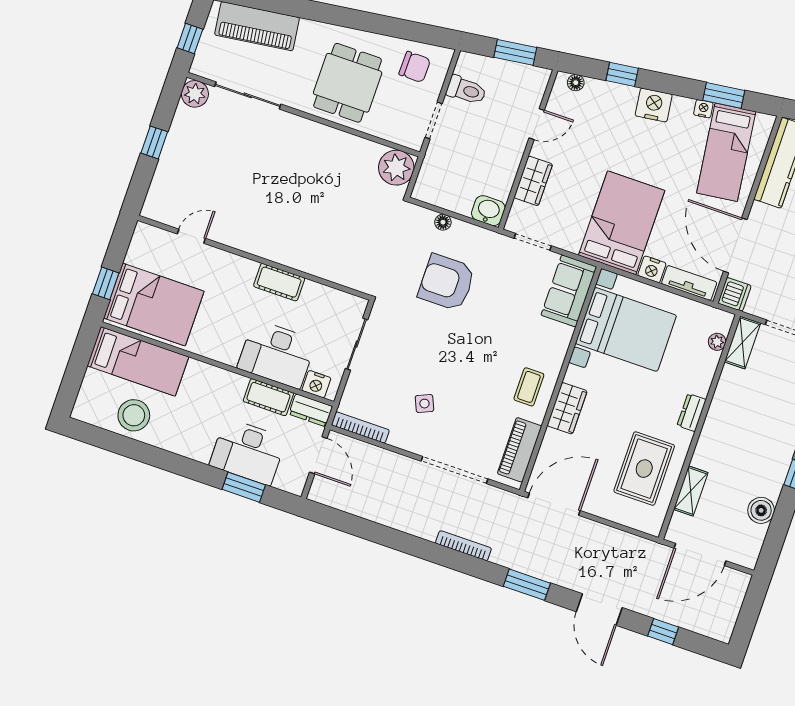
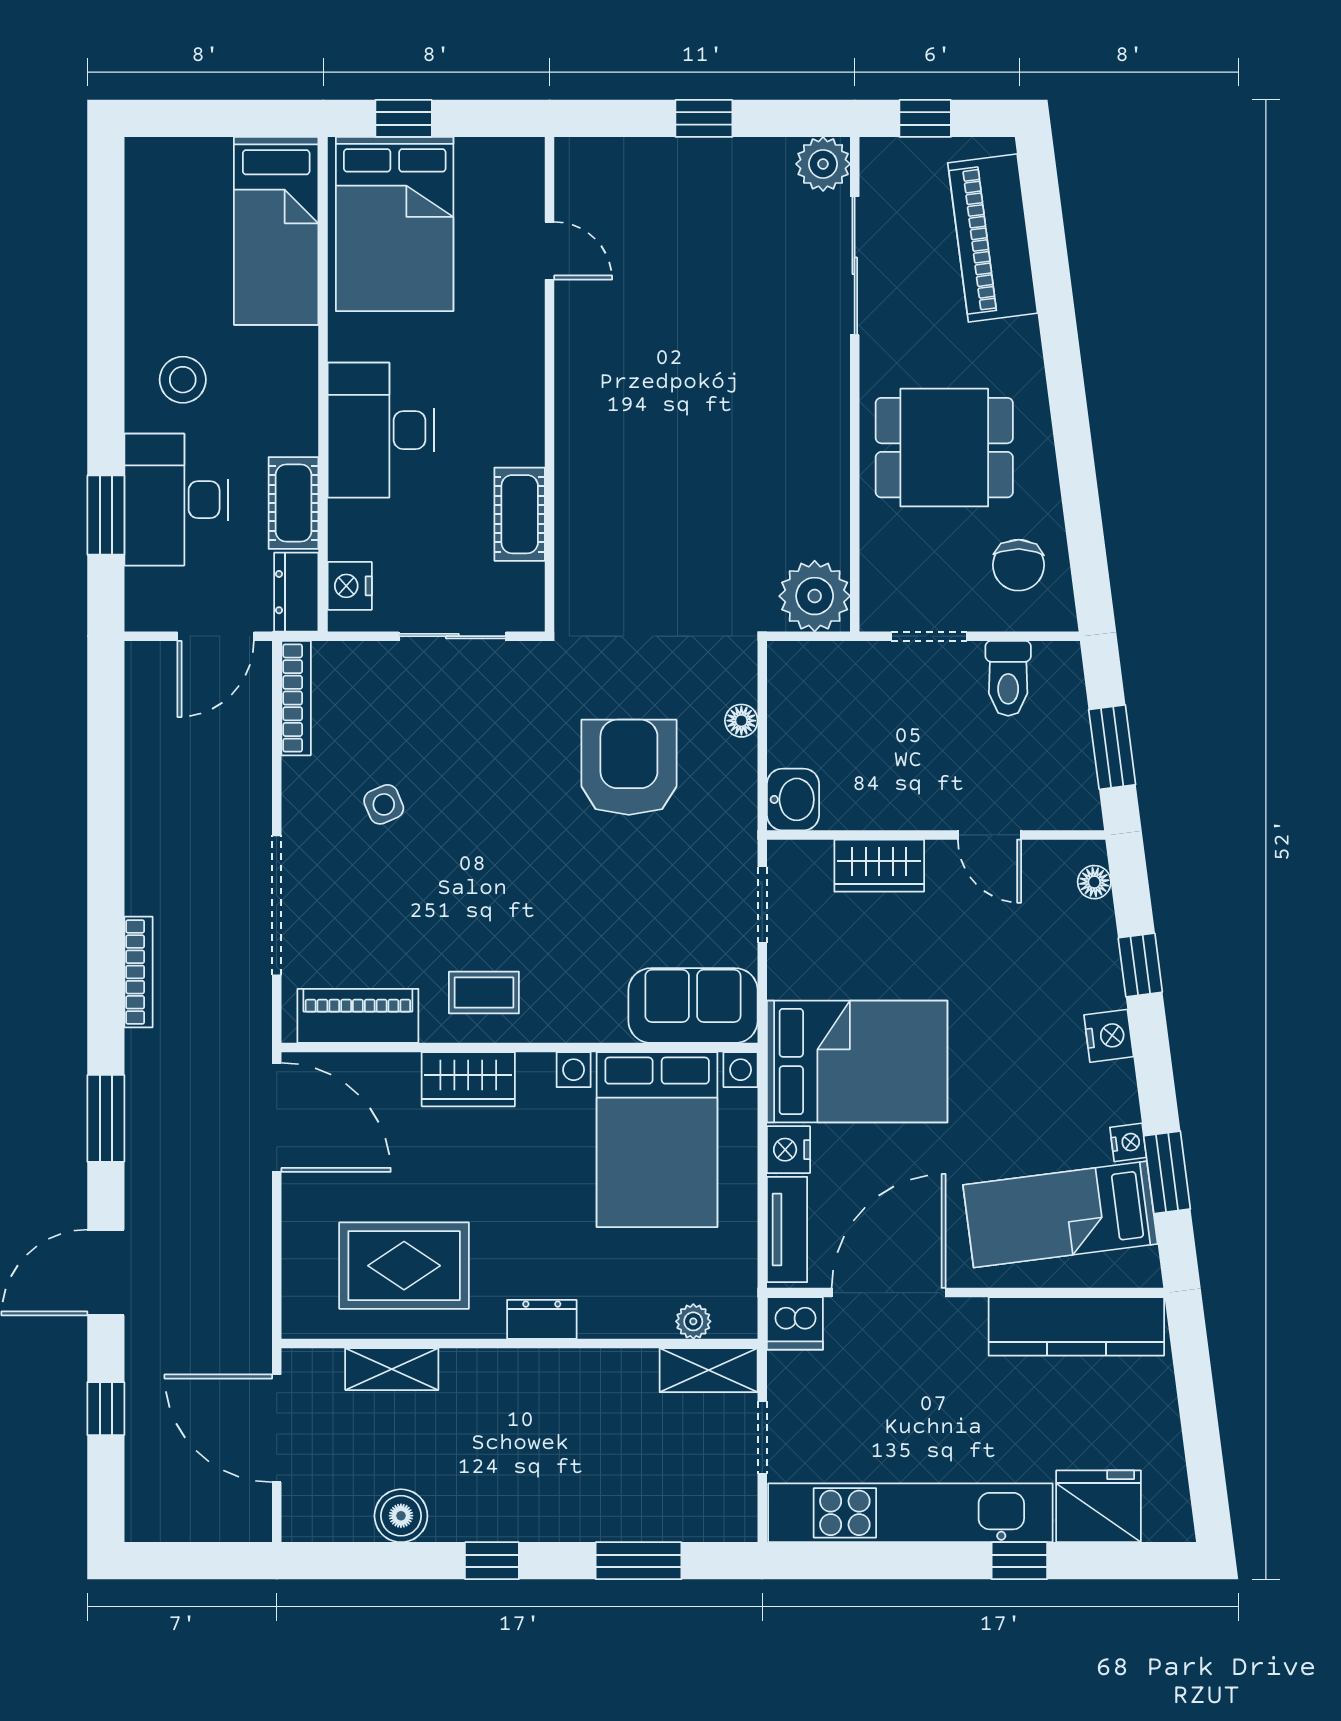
nightstand: (654, 105) -> (1109, 1036), width x0.74, depth x0.75
cot: (279, 282) -> (520, 514), moved
desk: (277, 354) -> (381, 430), moved
stool: (134, 415) -> (183, 380), moved, width x0.73, depth x0.73

